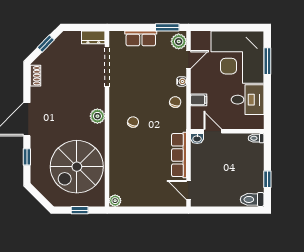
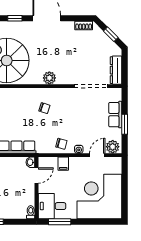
window: (167, 27) -> (125, 124), moved
dresser: (93, 37) -> (116, 70), width x1.44
door: (189, 60) -> (97, 155), swing flipped
window: (267, 61) -> (60, 222), moved
desk: (248, 100) -> (52, 206), moved, turned 90

